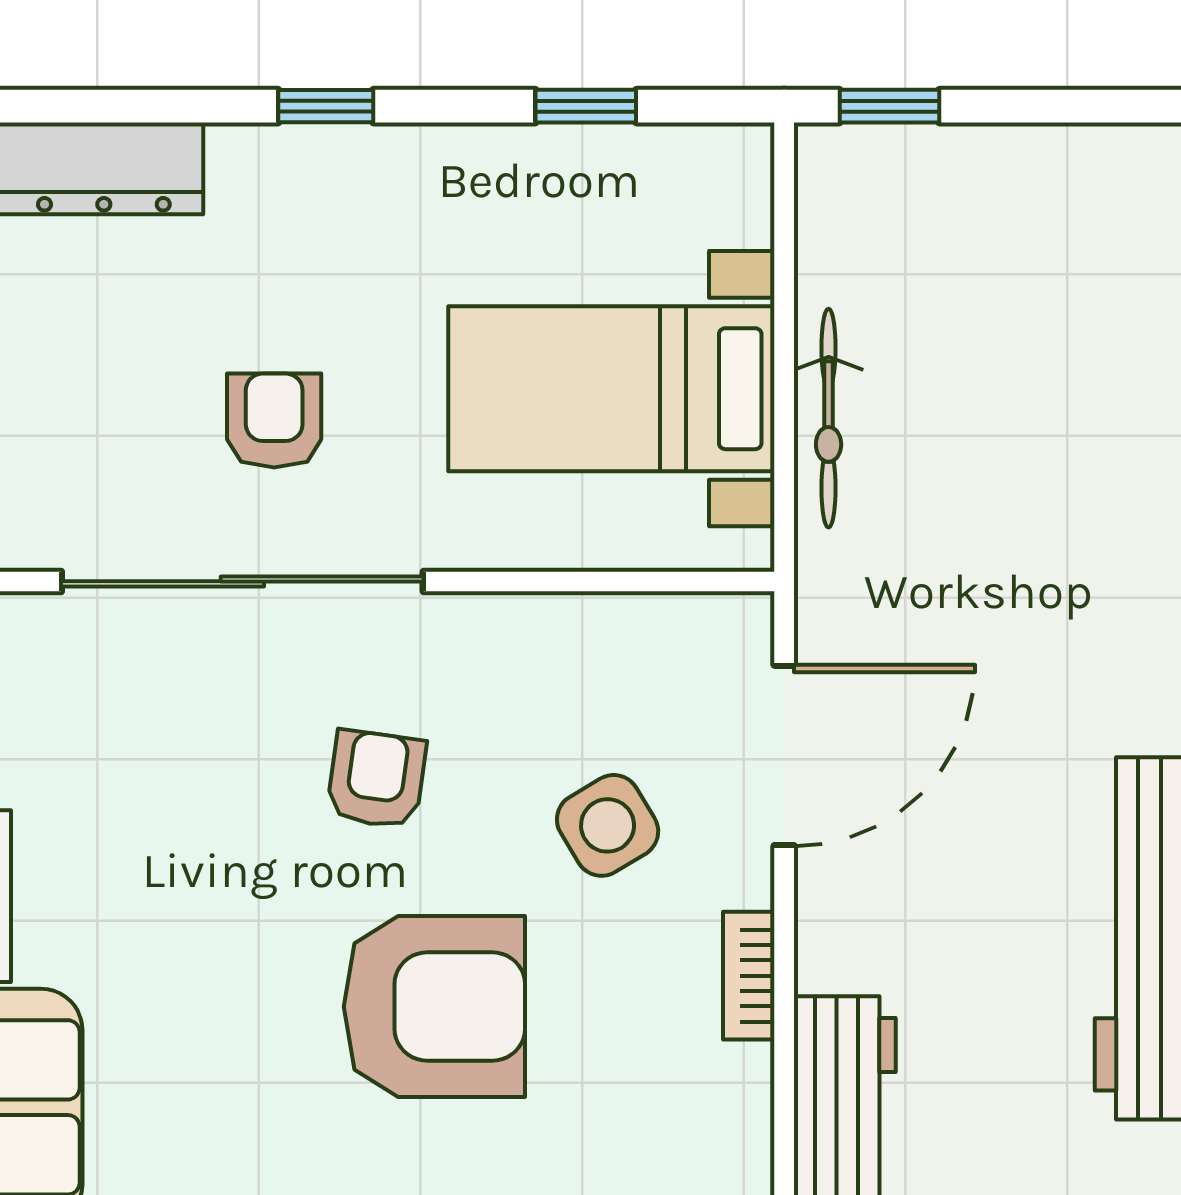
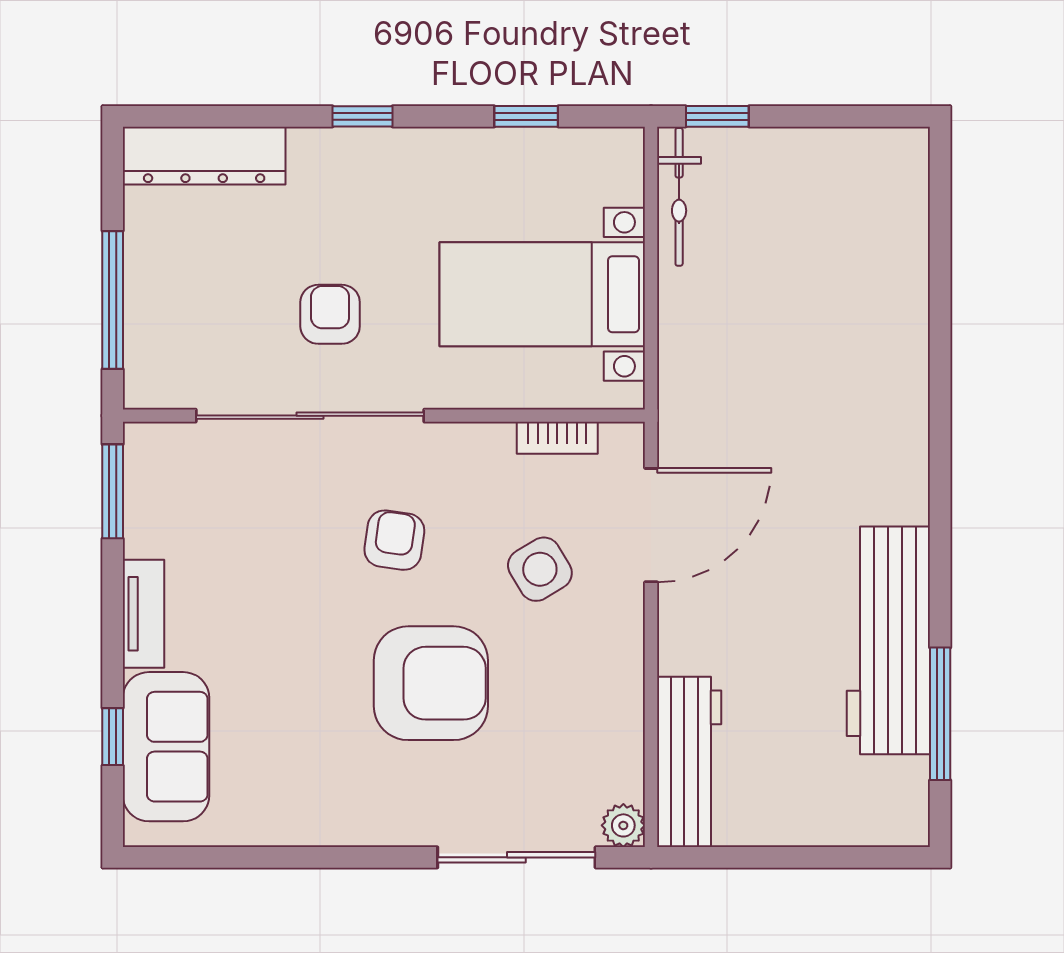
bicycle: (829, 418) -> (679, 197), moved
bookcase: (749, 976) -> (557, 438), moved, turned -90

